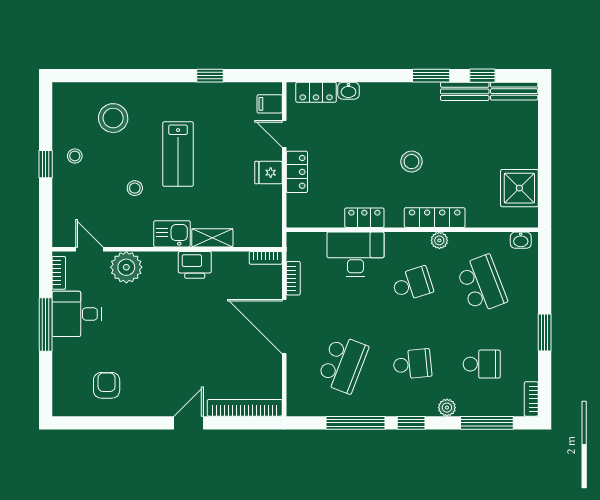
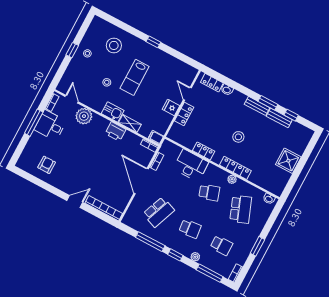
window: (210, 76) -> (153, 42), moved
bench: (514, 91) -> (257, 106), moved
filing cabinet: (270, 104) -> (156, 137), moved
shower: (519, 188) -> (288, 161), moved

